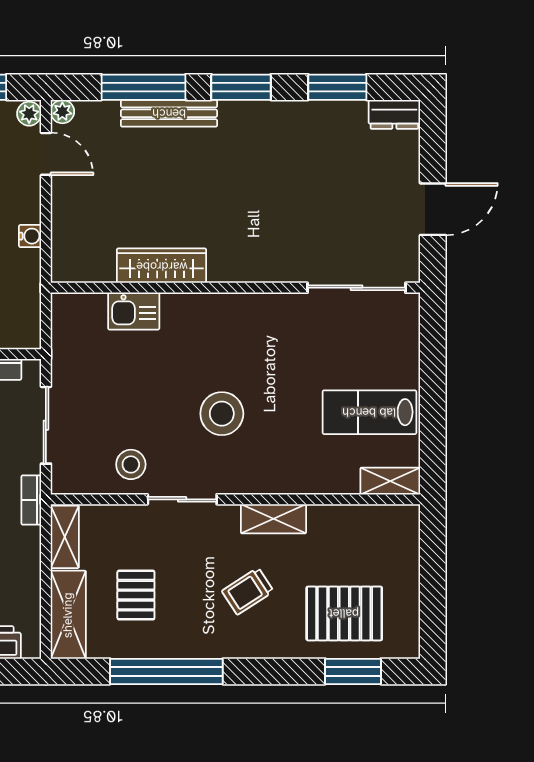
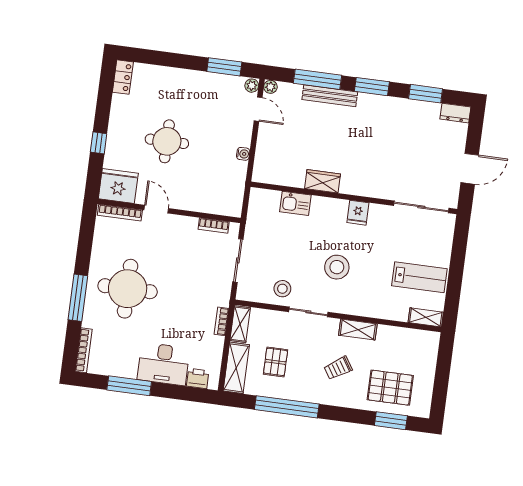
wardrobe: (162, 266) -> (323, 181), width x0.67
fridge: (246, 313) -> (358, 213), added
lab bench: (369, 412) -> (419, 277), turned 180
bookcase: (31, 500) -> (221, 321), moved

